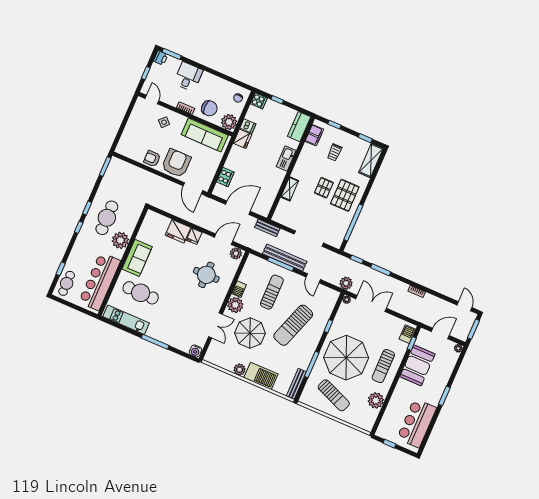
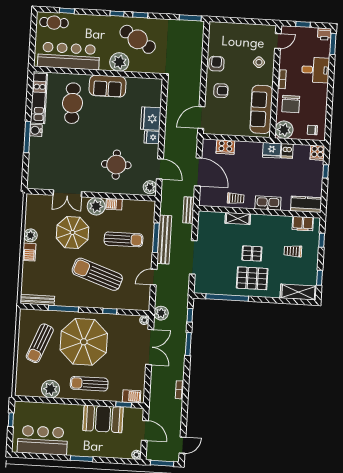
armchair: (176, 163) -> (221, 91), width x0.53, depth x0.53
trolley: (272, 184) -> (236, 198), added
cafe table: (107, 218) -> (138, 39), turned 31
water cooler: (195, 351) -> (36, 130), moved
barbecue: (261, 376) -> (29, 252), width x0.53, depth x0.65

